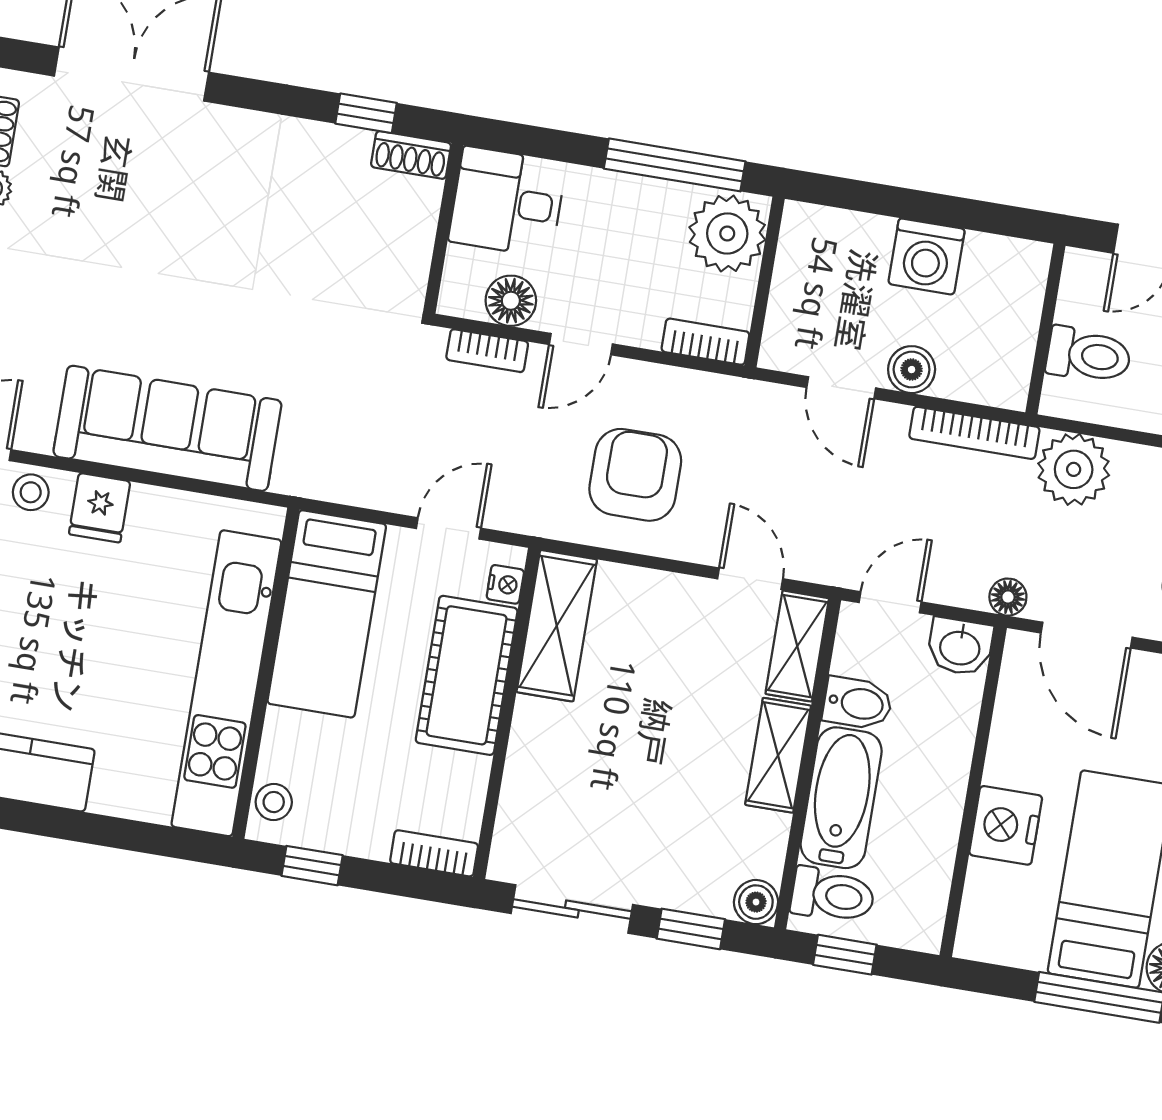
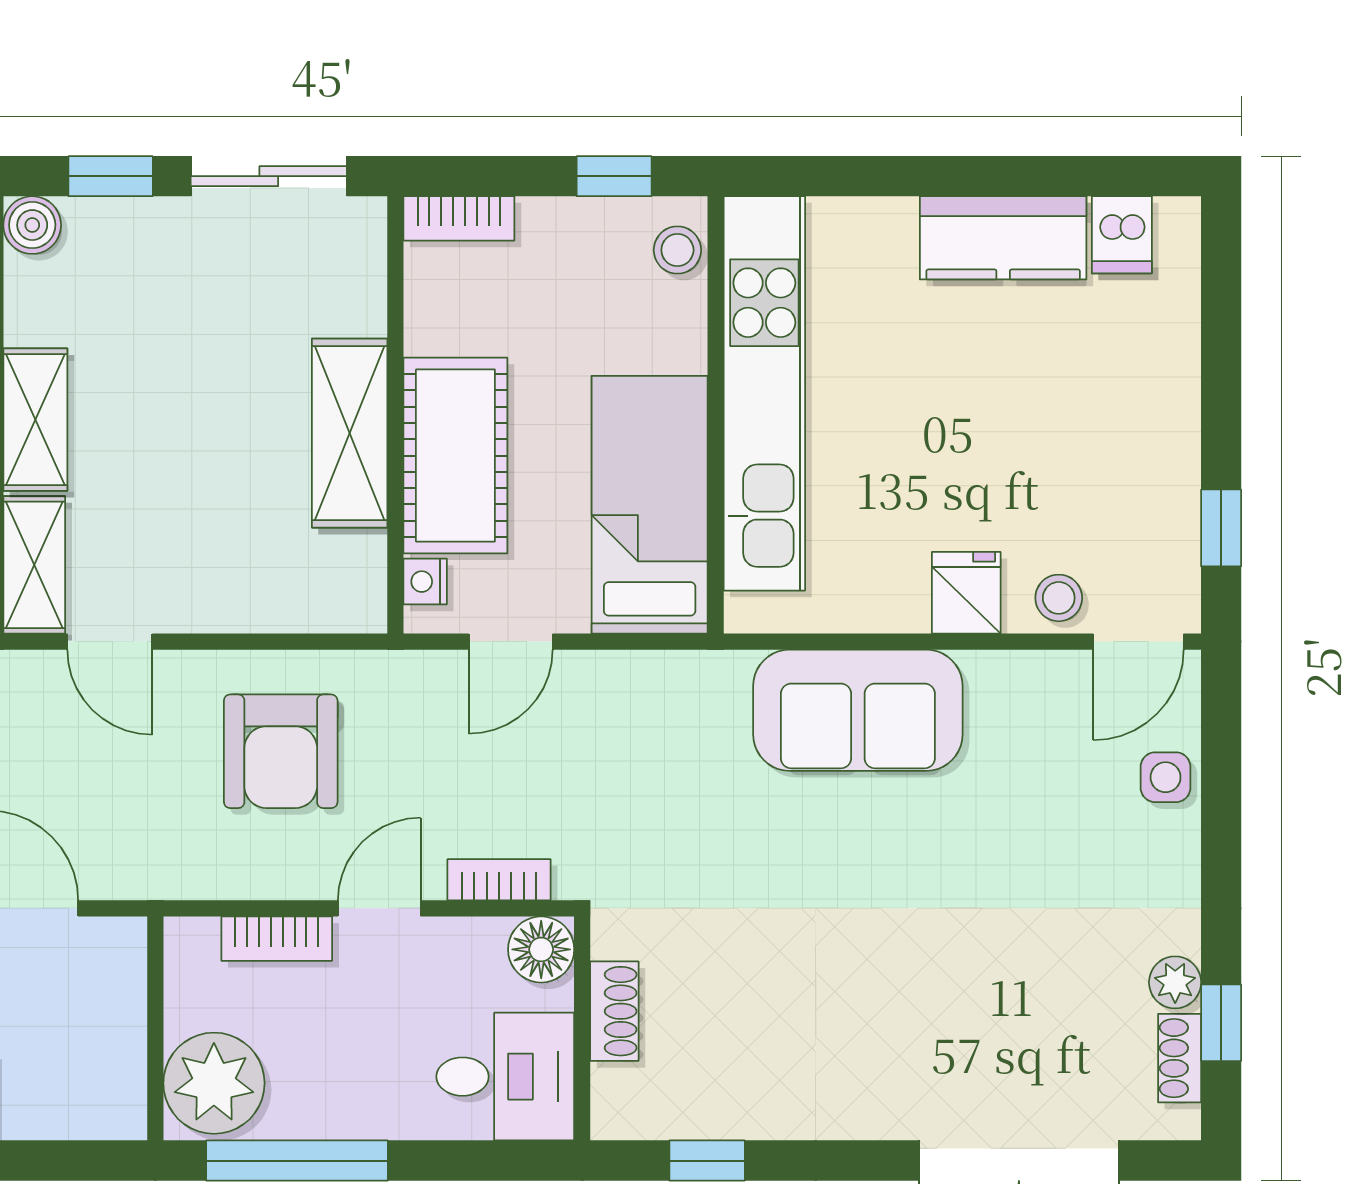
shoe rack: (411, 155) -> (614, 1011), moved, turned 90
floor lamp: (511, 301) -> (541, 949), moved
bookcase: (705, 342) -> (277, 939), moved
sofa: (167, 428) -> (858, 710), width x0.73
shelving: (557, 626) -> (350, 433), moved

